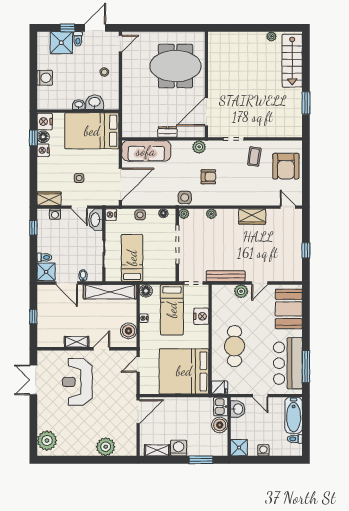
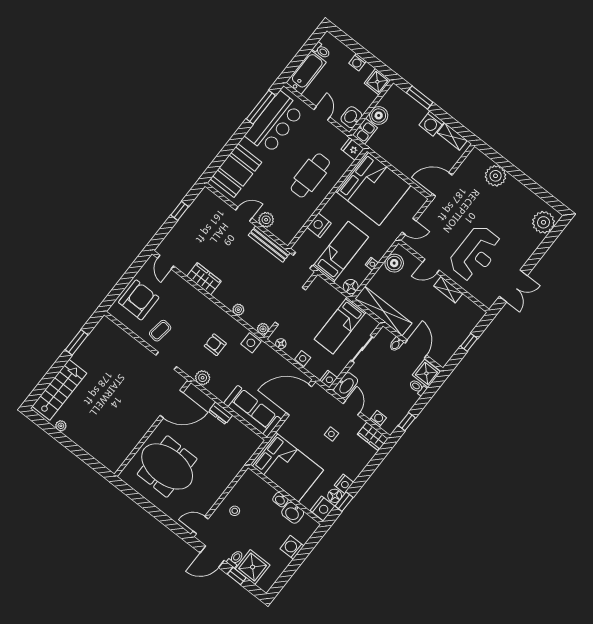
washbasin: (94, 102) -> (293, 513), moved

